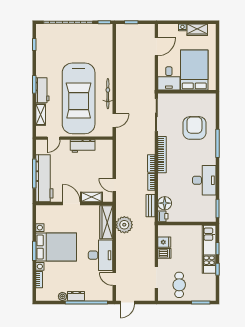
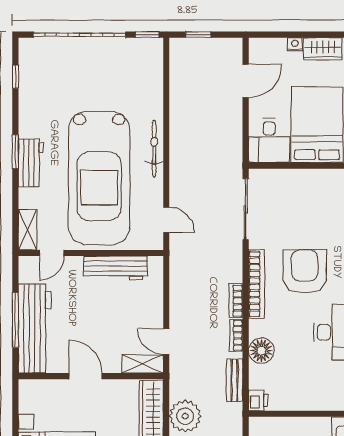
bicycle: (108, 94) -> (154, 149), moved
shelving: (41, 115) -> (28, 230), moved
door: (114, 121) -> (166, 220), hinge flipped
armchair: (194, 128) -> (305, 272), moved
workbench: (83, 146) -> (115, 268), width x1.38
shelving: (91, 197) -> (143, 364), moved
floor lamp: (165, 203) -> (261, 351), moved

